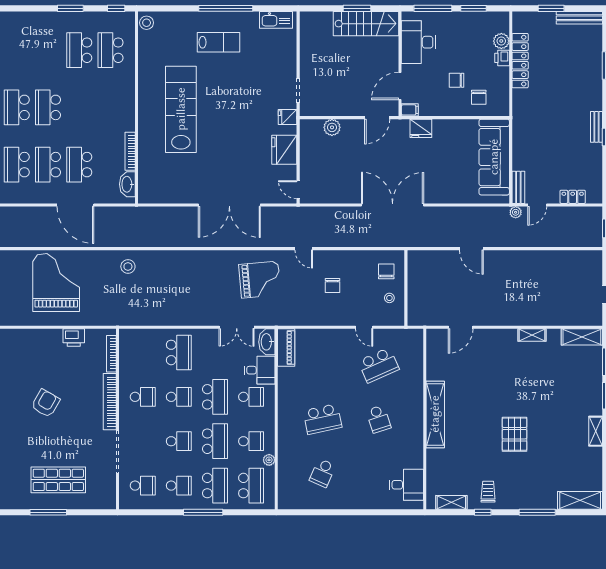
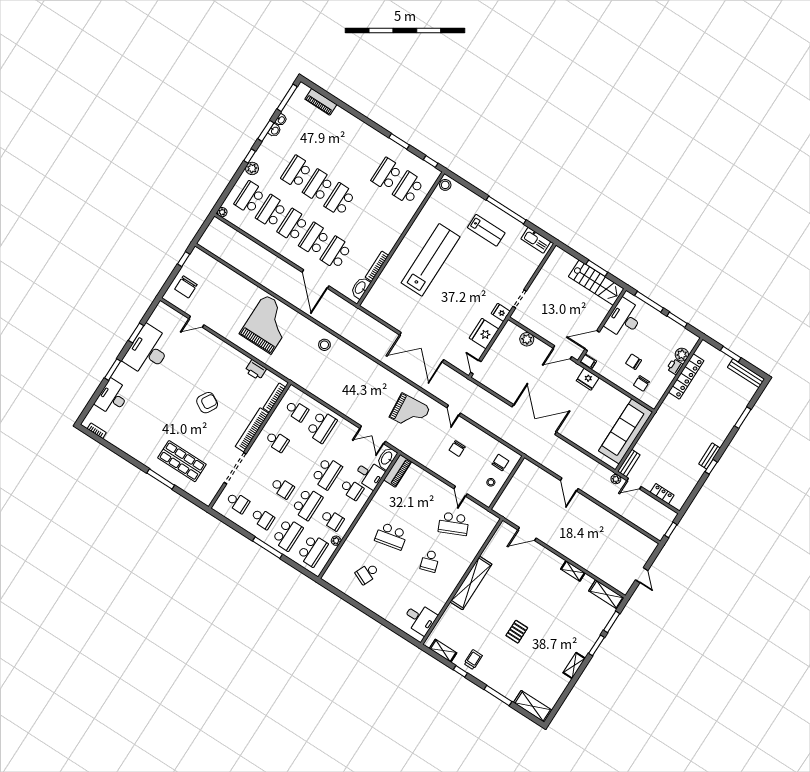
school desk: (179, 397) -> (297, 411), moved
pallet: (515, 434) -> (517, 632), width x0.67, depth x0.71

